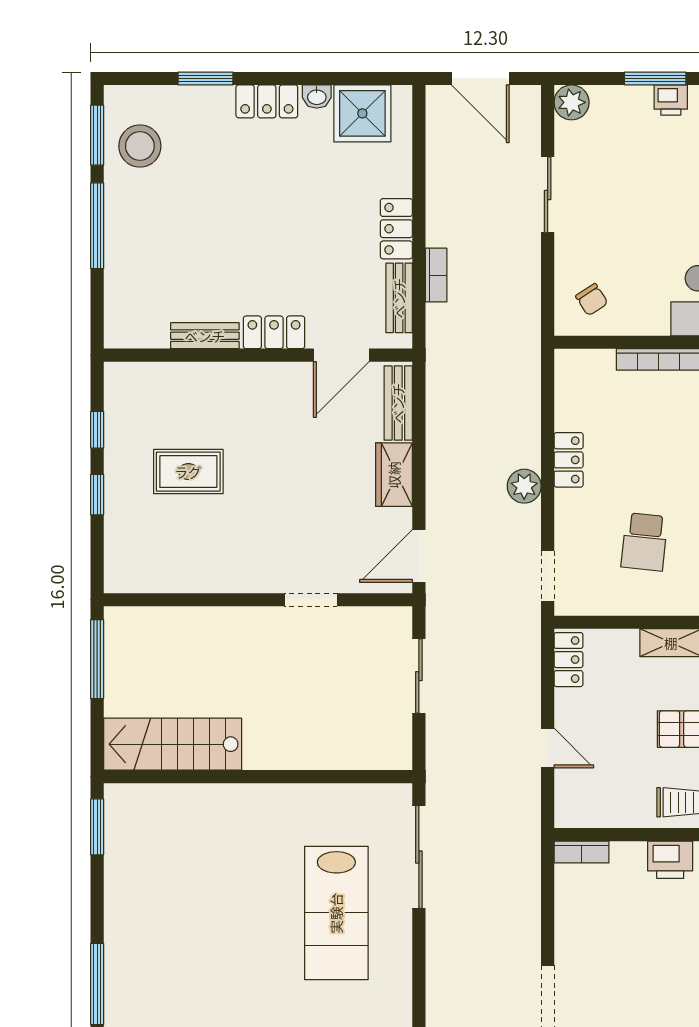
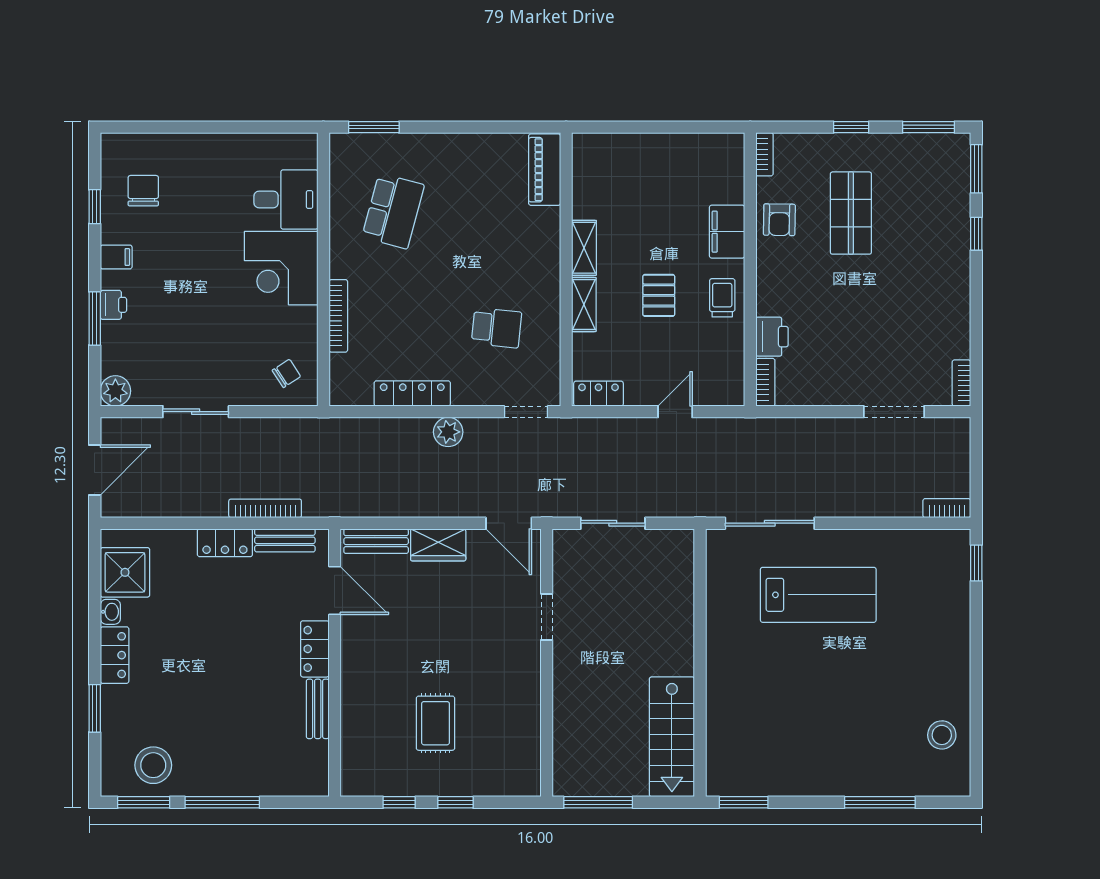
bookcase: (436, 275) -> (265, 508), width x1.56
locker: (569, 460) -> (412, 393), width x1.53
printer: (670, 860) -> (772, 337), moved

